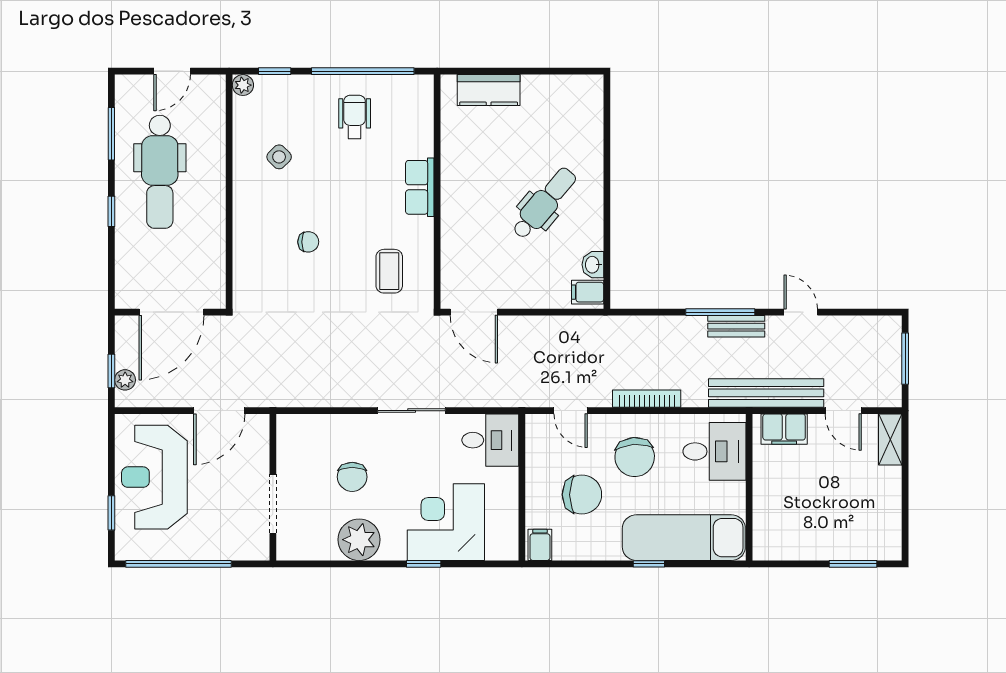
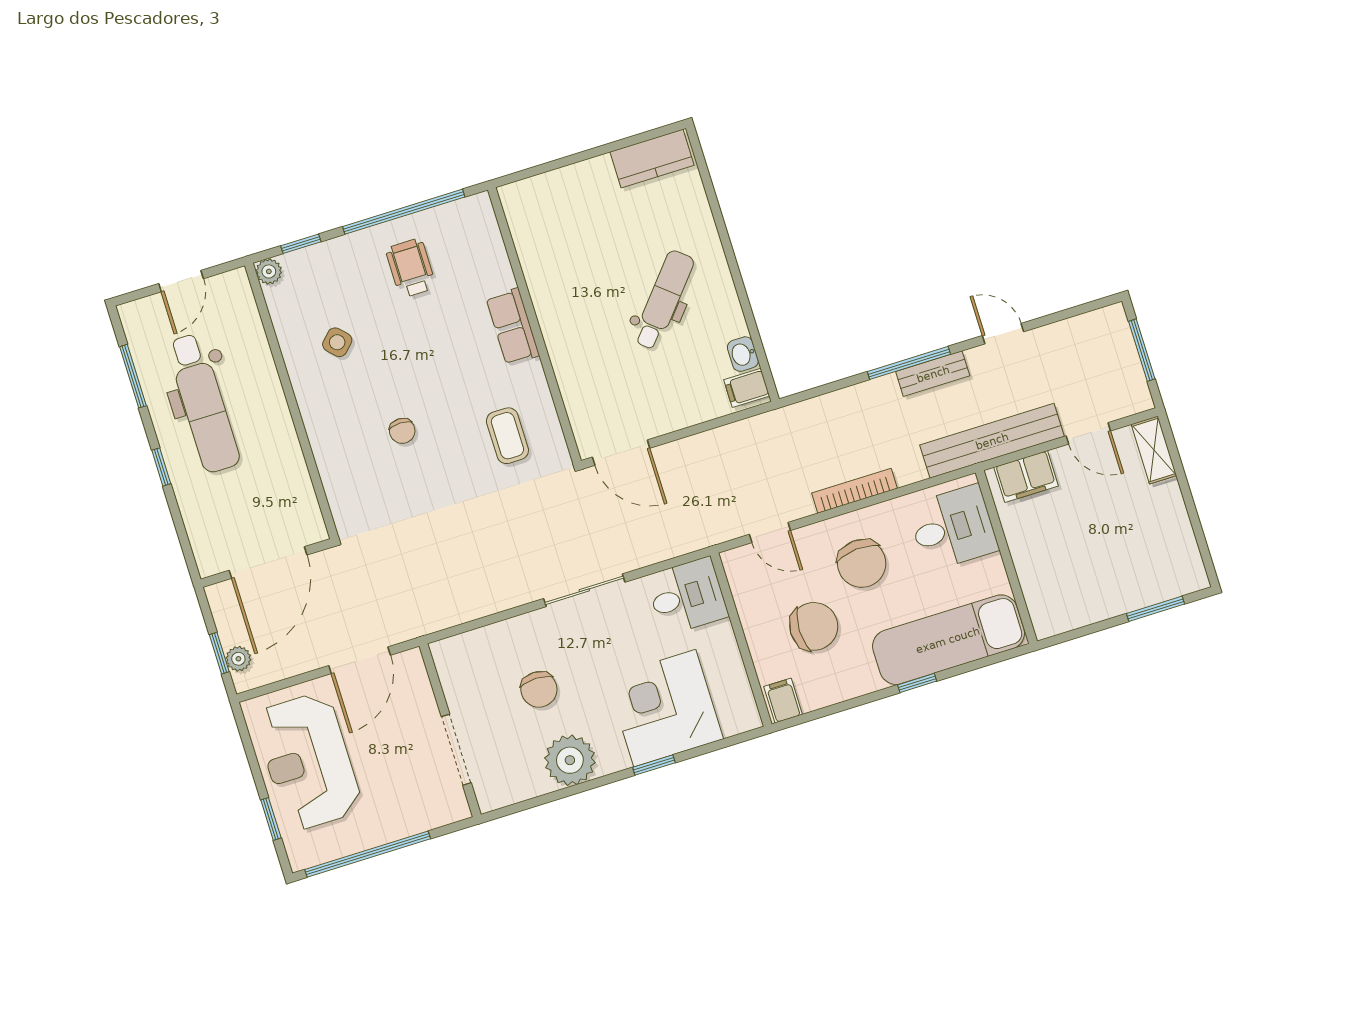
kitchen counter: (489, 90) -> (652, 159), moved
chair: (308, 242) -> (402, 431), turned 90

